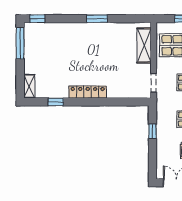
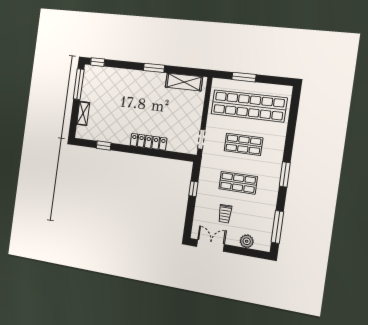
shelving: (144, 45) -> (184, 82), moved, turned 90
shelving: (29, 86) -> (83, 113), moved
locker: (88, 92) -> (148, 142), moved

